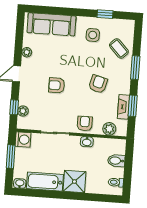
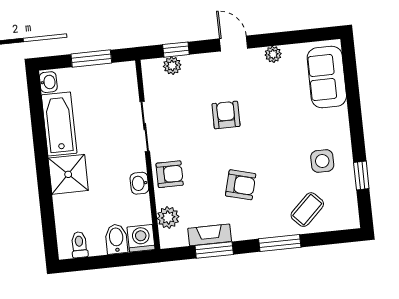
sofa: (52, 24) -> (327, 77), width x0.73
washing machine: (23, 140) -> (141, 238), moved, turned 180

